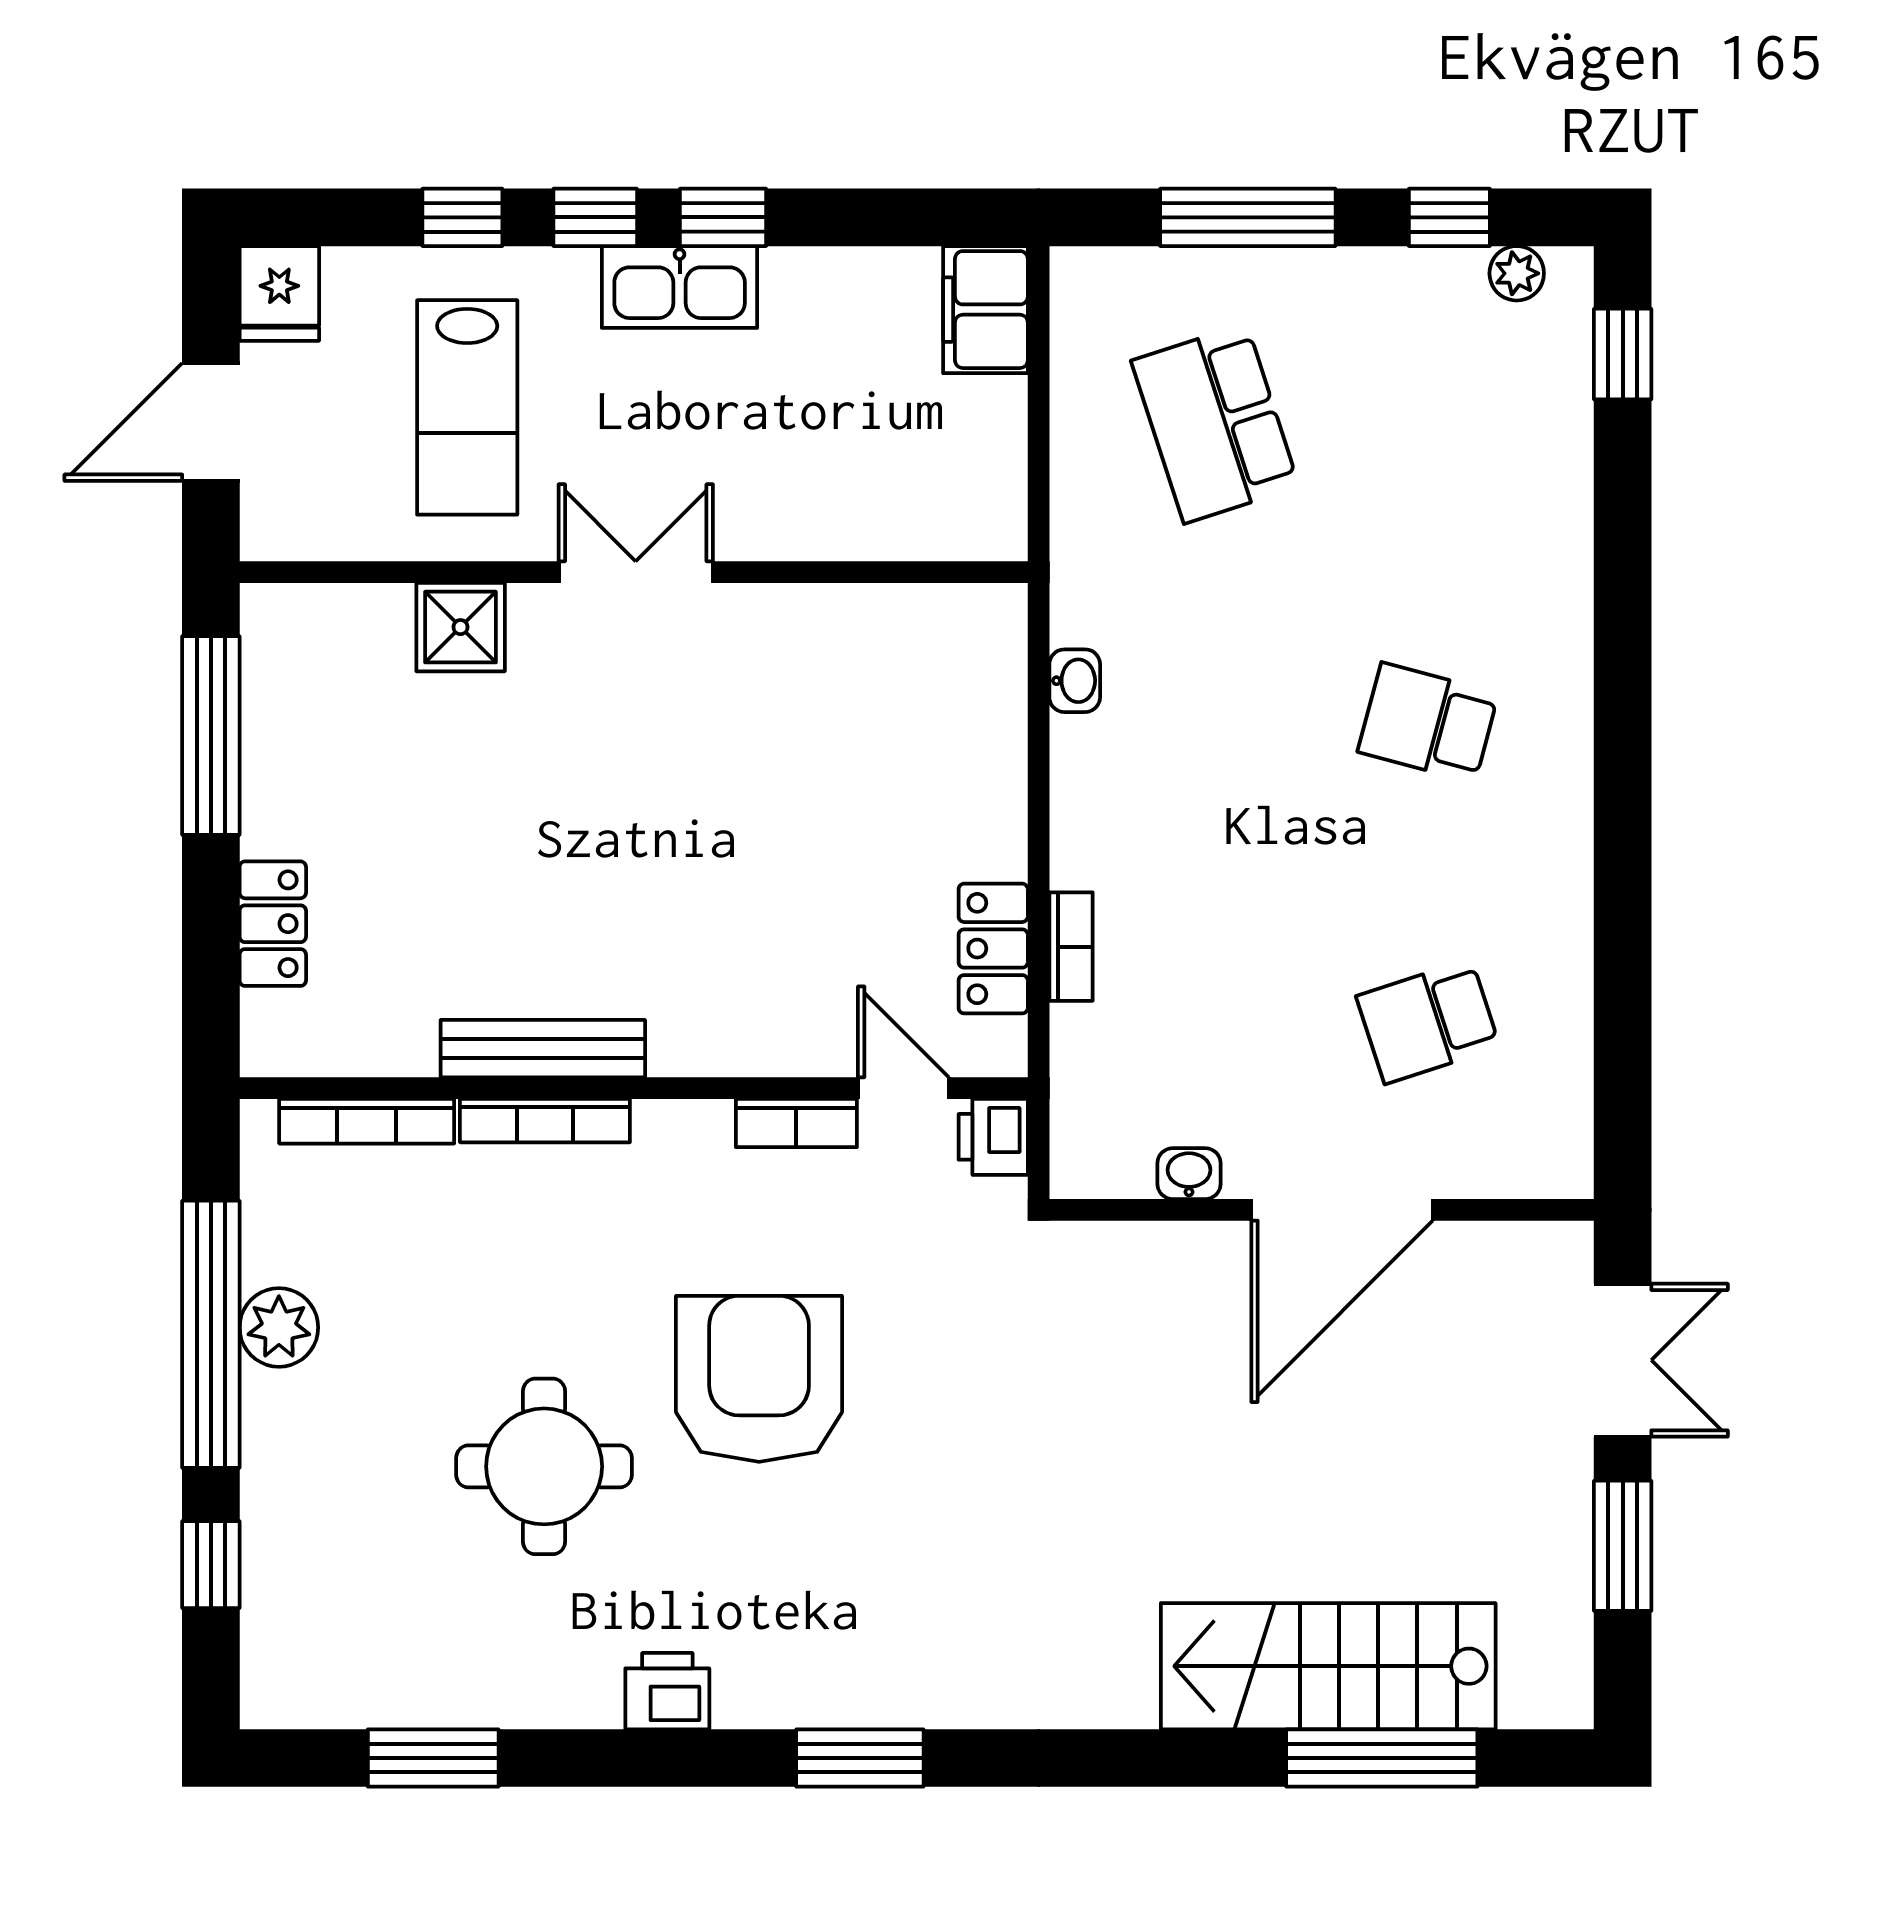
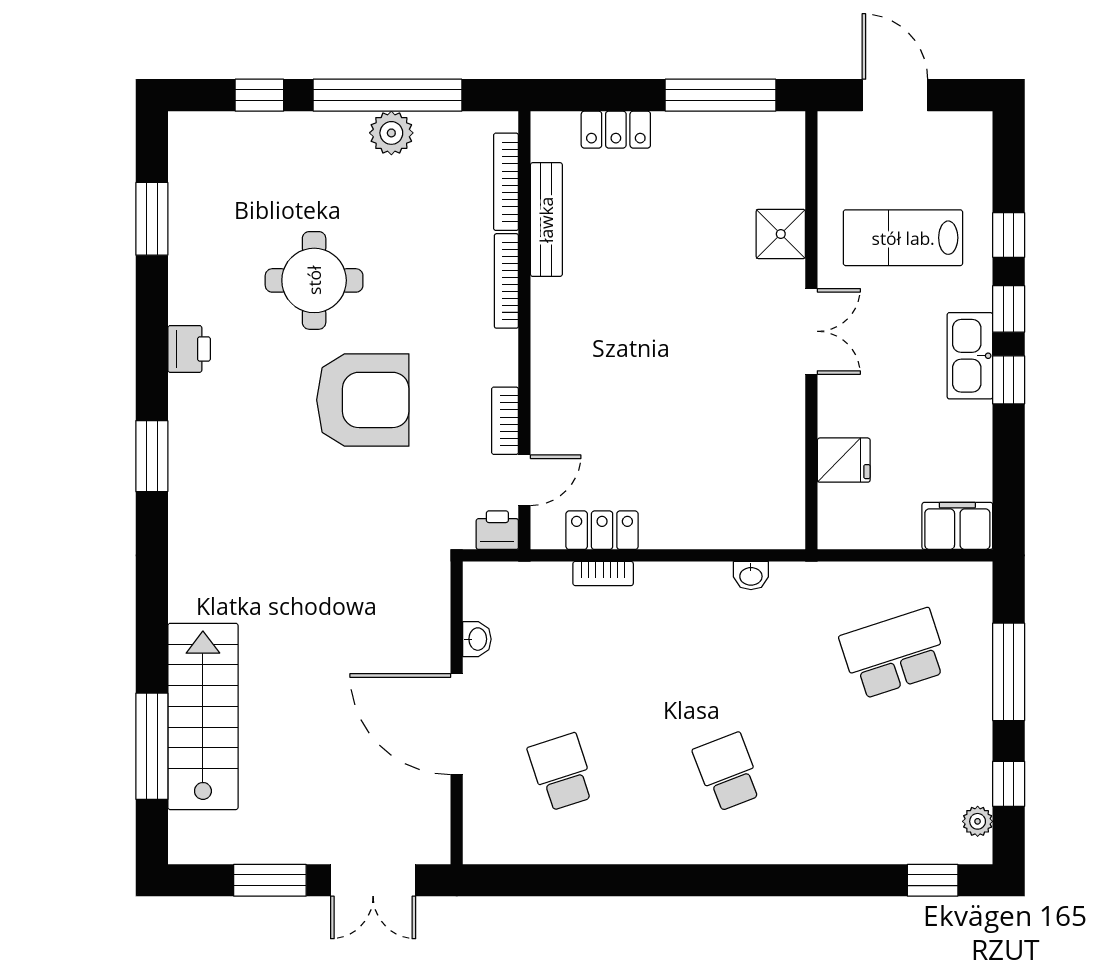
fridge: (279, 293) -> (844, 460), moved, turned 180
school desk: (1428, 723) -> (728, 772), turned -36
bench: (543, 1049) -> (546, 220), moved

